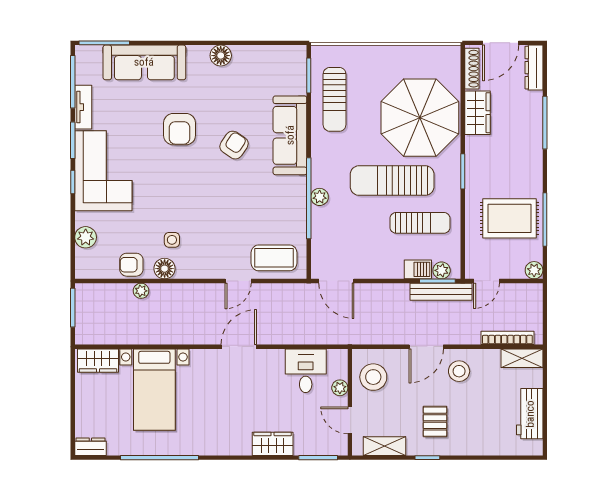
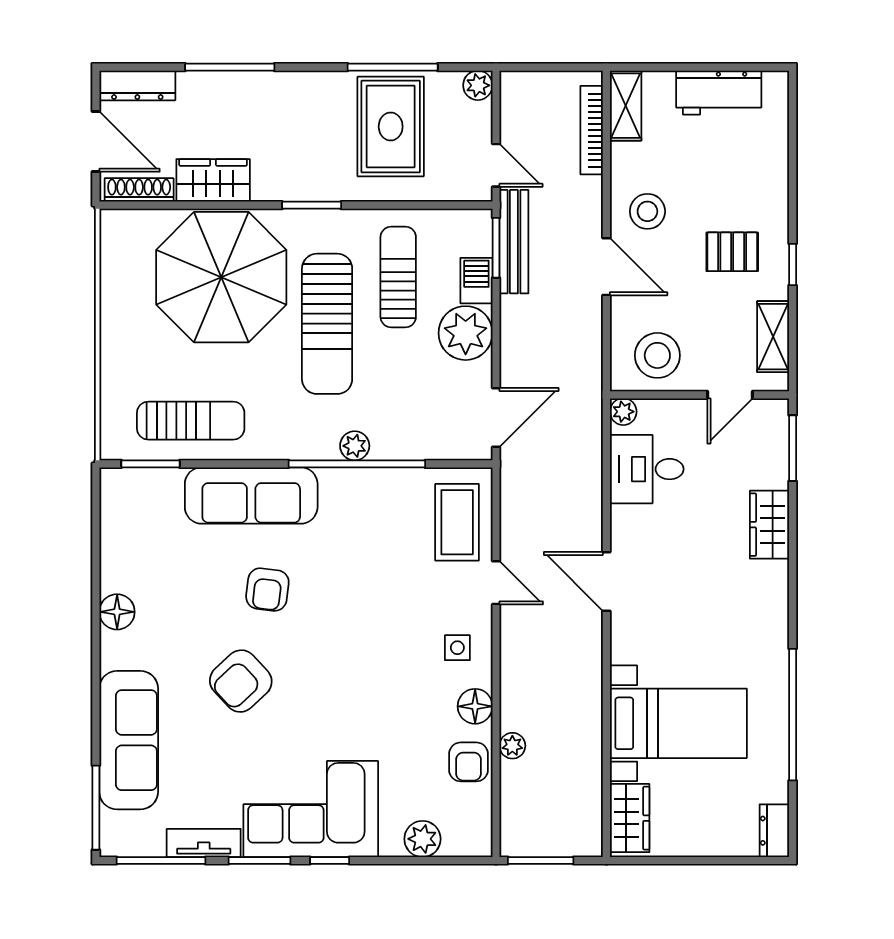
armchair: (180, 129) -> (241, 681), turned 137
armchair: (234, 145) -> (267, 590), turned -117
side table: (172, 240) -> (457, 648), moved
plant: (442, 270) -> (466, 333), moved, width x1.88, depth x1.88
plant: (340, 388) -> (623, 412), moved

